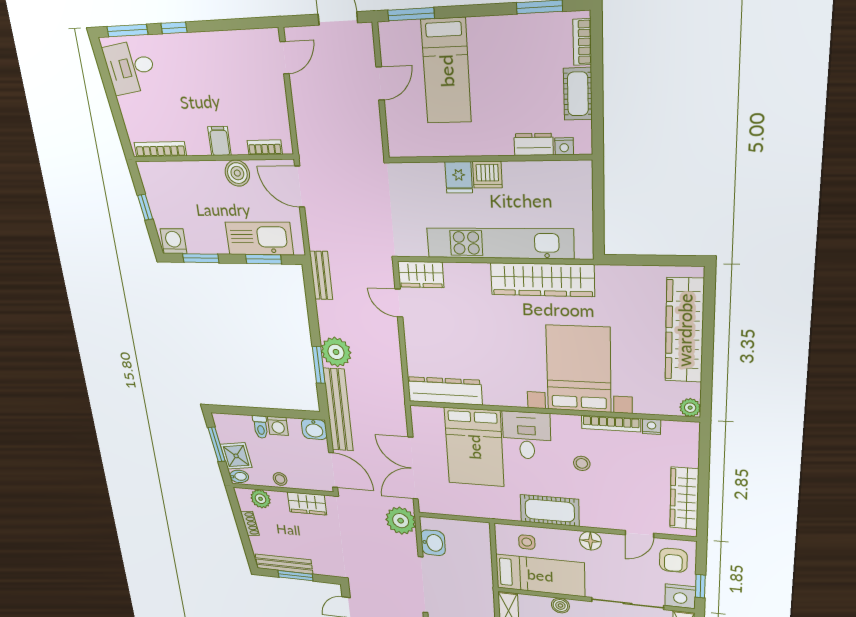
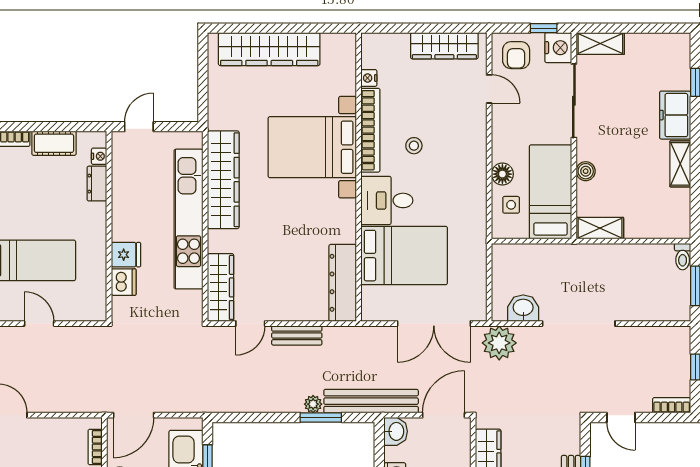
dishwasher: (487, 175) -> (124, 282), moved
door: (598, 191) -> (139, 127), added
bench: (321, 275) -> (297, 335), moved
wardrobe: (421, 275) -> (221, 287), width x1.50
plant: (336, 352) -> (313, 404), width x0.53, depth x0.53
plant: (690, 408) -> (347, 42), removed
bookcase: (611, 424) -> (370, 130), width x1.48, depth x1.31
cot: (550, 511) -> (471, 180), removed
floor lamp: (590, 541) -> (502, 174), moved
armchair: (673, 560) -> (516, 55), turned 90

